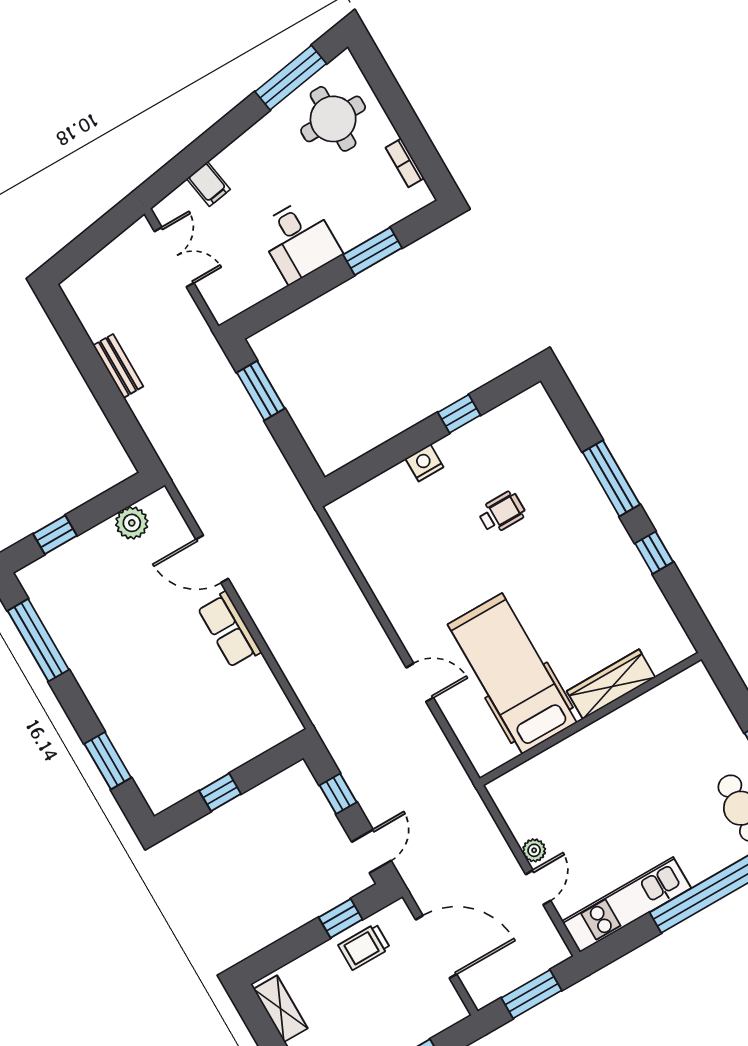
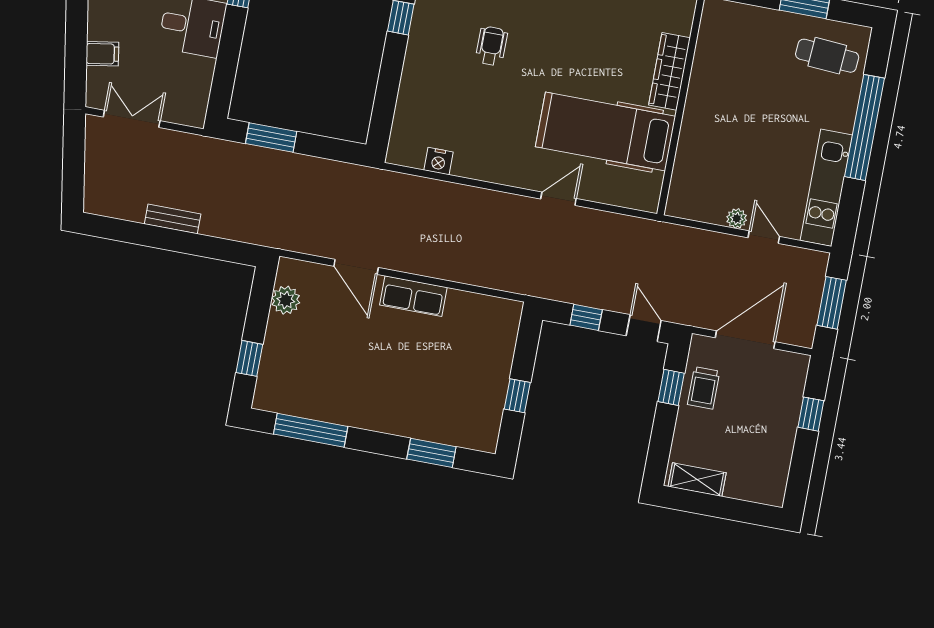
nightstand: (424, 463) -> (439, 161), moved, turned -90
door: (212, 559) -> (356, 267), hinge flipped

